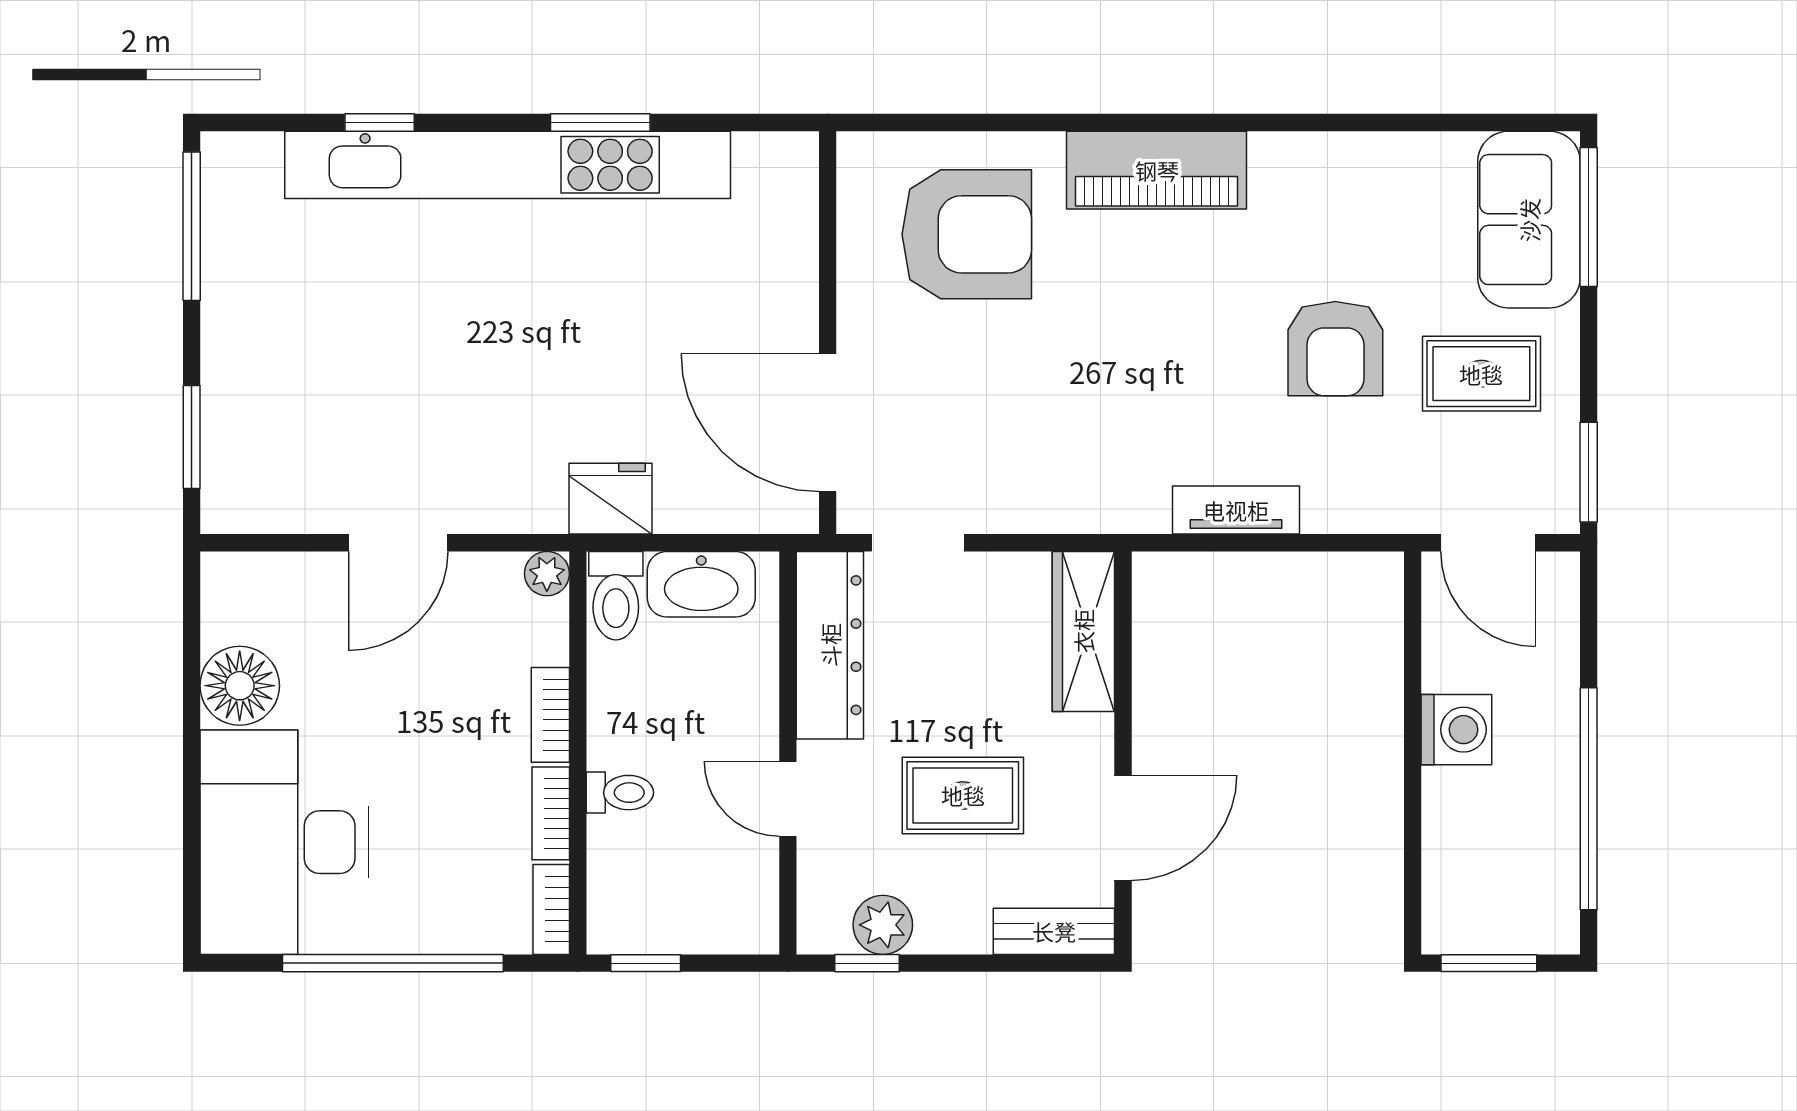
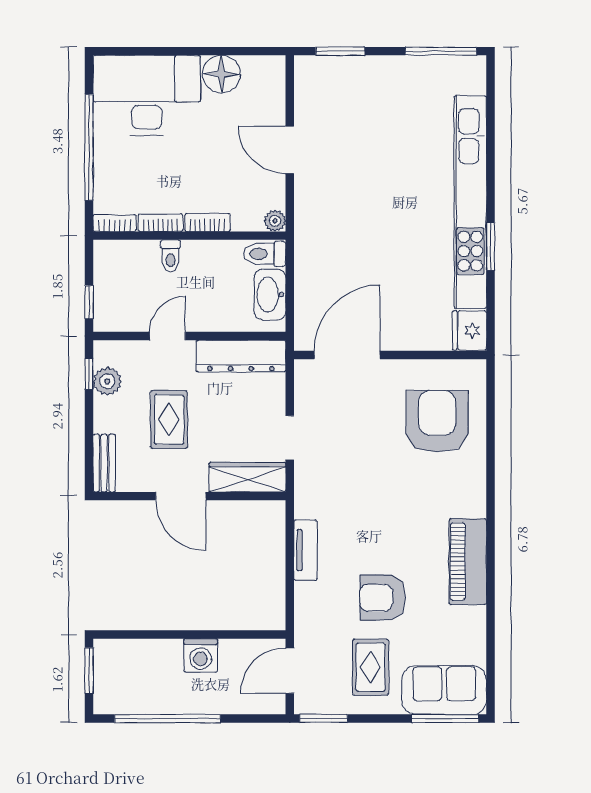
window: (380, 123) -> (491, 141), removed
piano: (1157, 170) -> (468, 562), moved
armchair: (967, 234) -> (437, 421), turned 180
fridge: (611, 499) -> (469, 330), moved, turned 180
doorway: (918, 543) -> (290, 438), moved
door: (1123, 828) -> (181, 496), moved
window: (646, 963) -> (89, 302), moved

